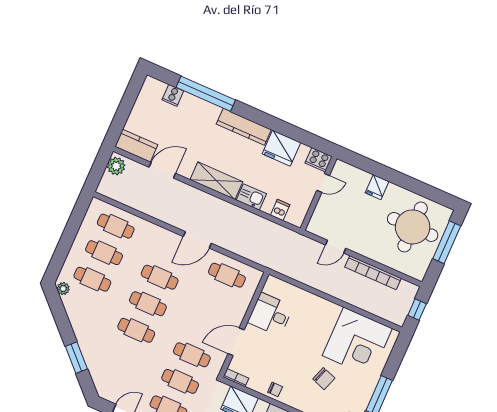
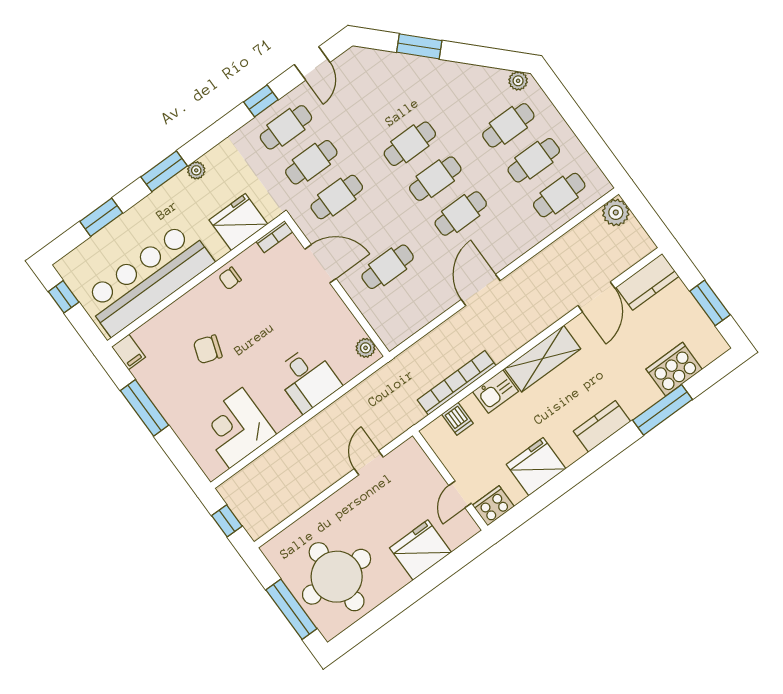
window: (206, 94) -> (663, 410), width x0.68
cooker: (173, 95) -> (674, 369), width x1.87, depth x1.31
window: (128, 102) -> (710, 303), added
kitchen counter: (244, 127) -> (602, 426), width x0.67
plant: (116, 166) -> (616, 212), moved
fridge: (377, 187) -> (420, 550), width x1.88, depth x1.34
bookcase: (373, 273) -> (457, 383), moved
cafe table: (227, 275) -> (388, 267), moved
plant: (270, 287) -> (366, 348), added
desk: (270, 314) -> (307, 379), moved, turned 90
door: (236, 342) -> (321, 264), hinge flipped
corner desk: (357, 342) -> (236, 428), width x0.74, depth x0.74

